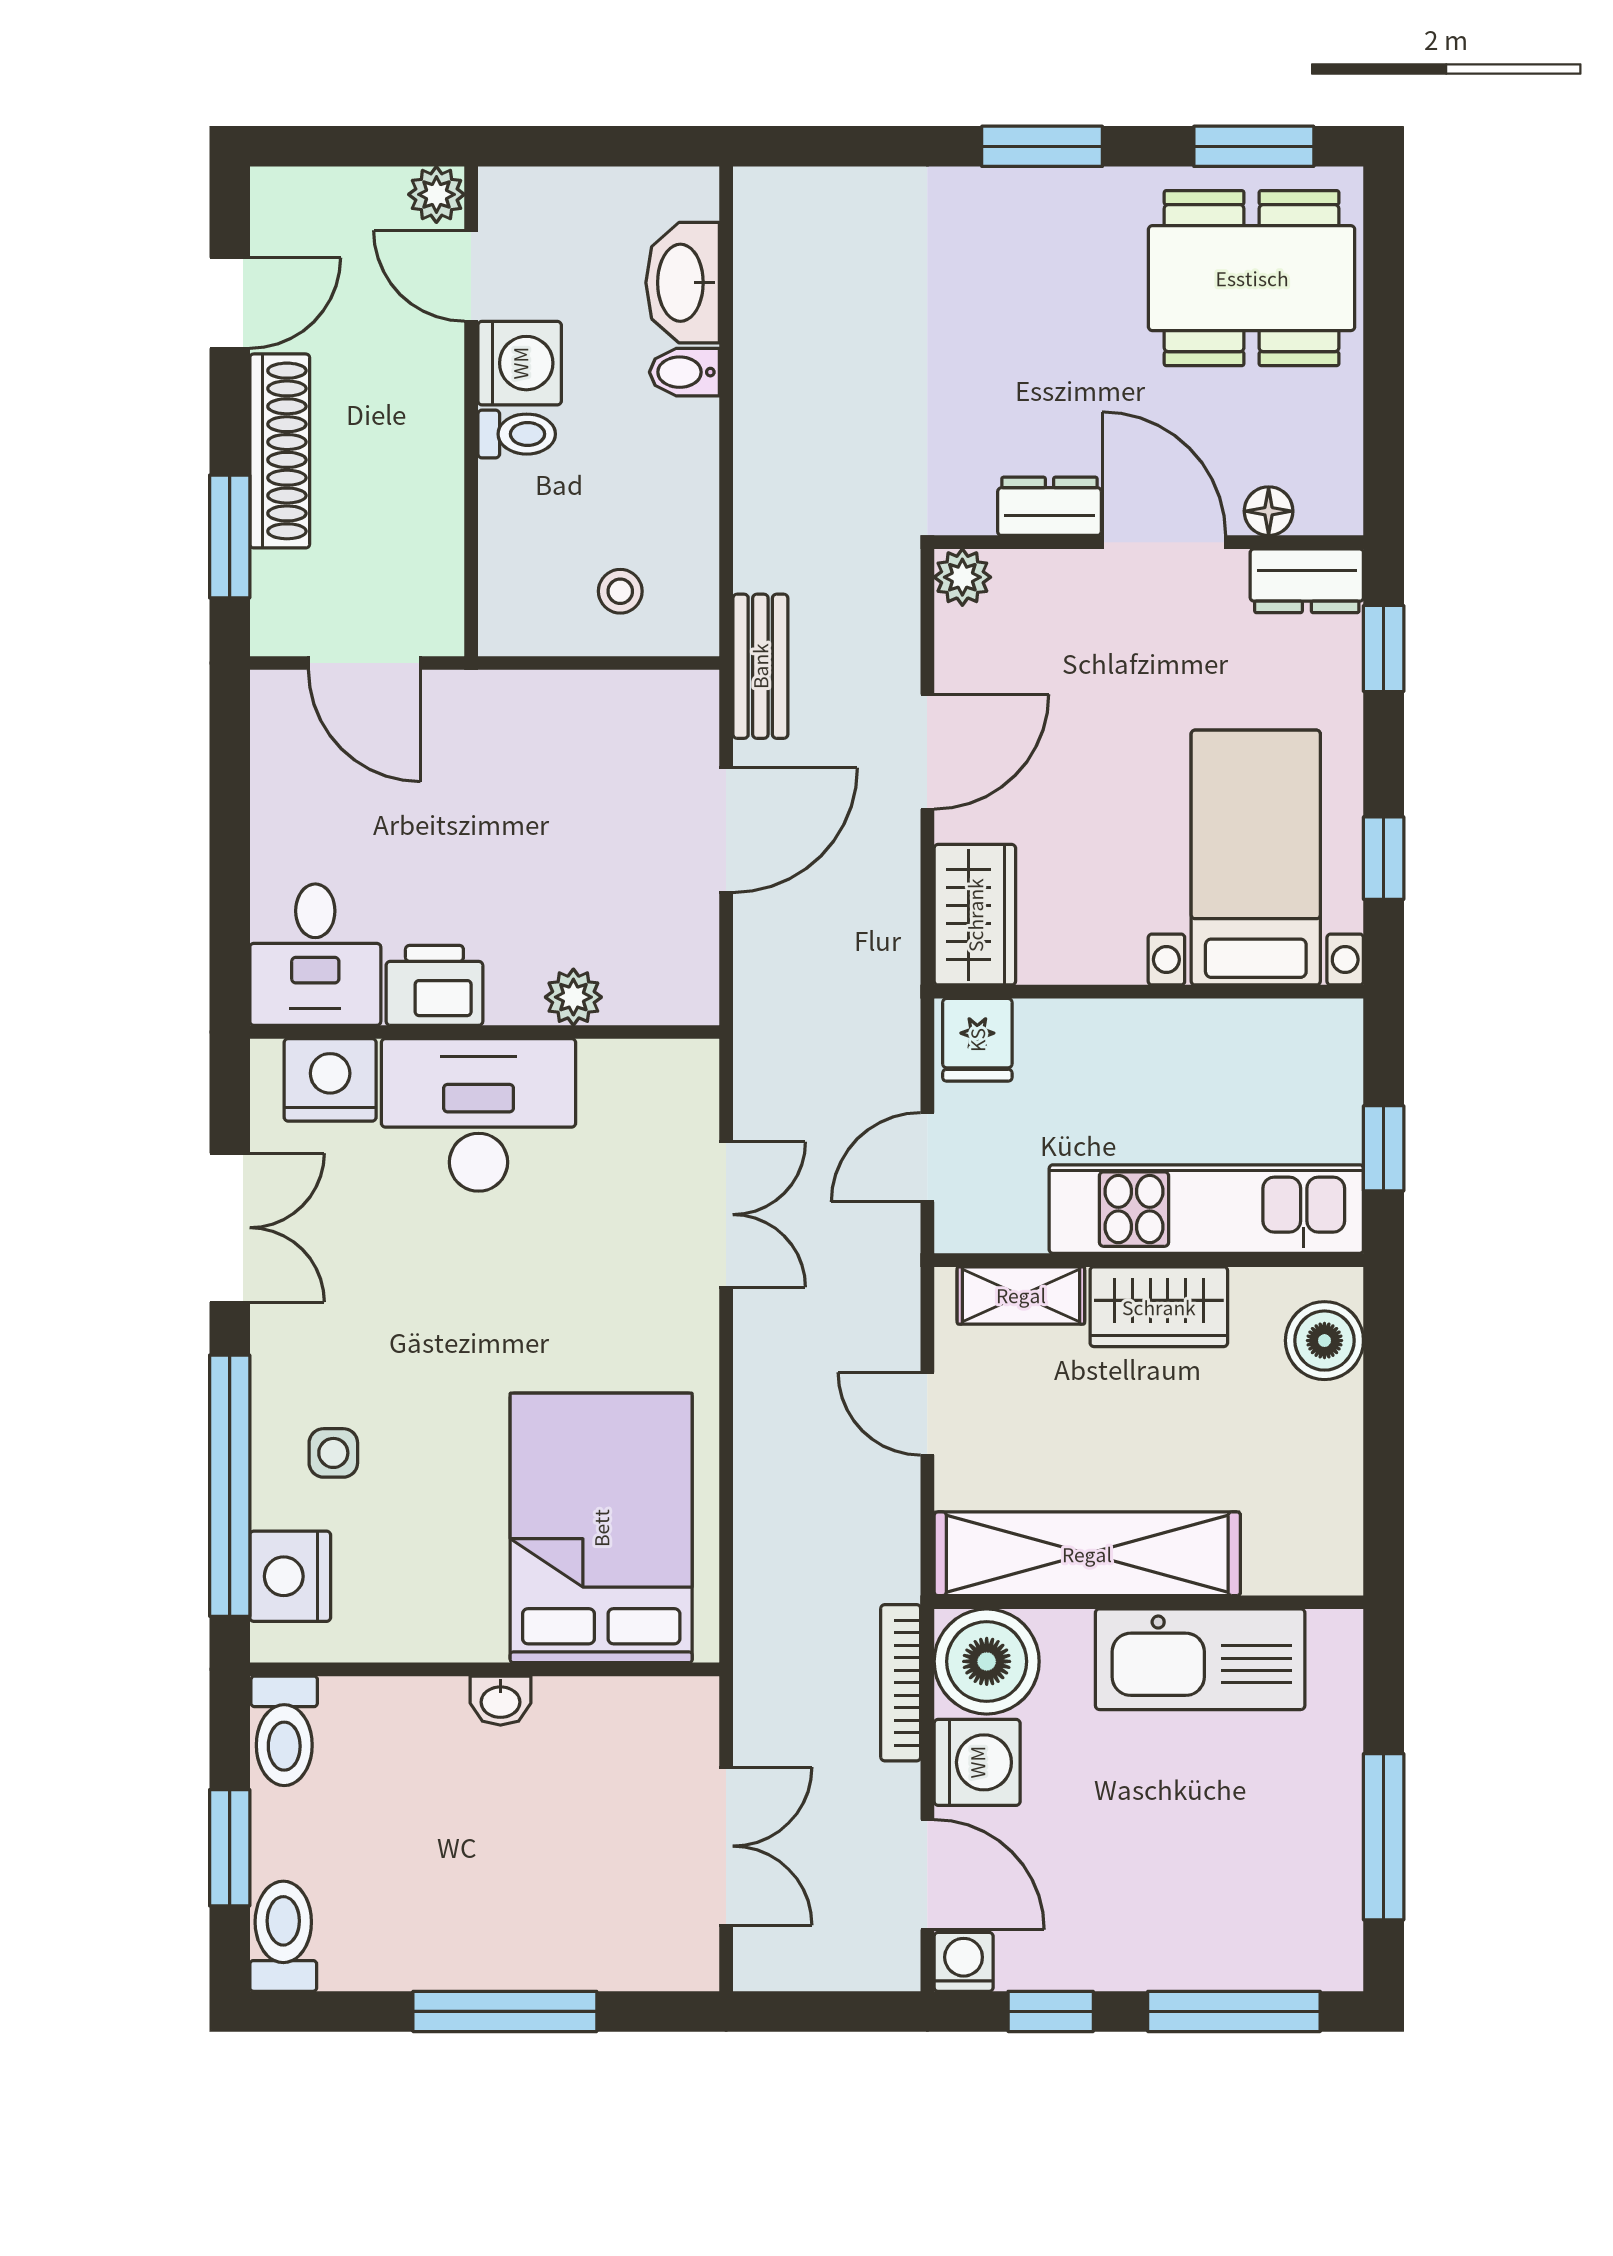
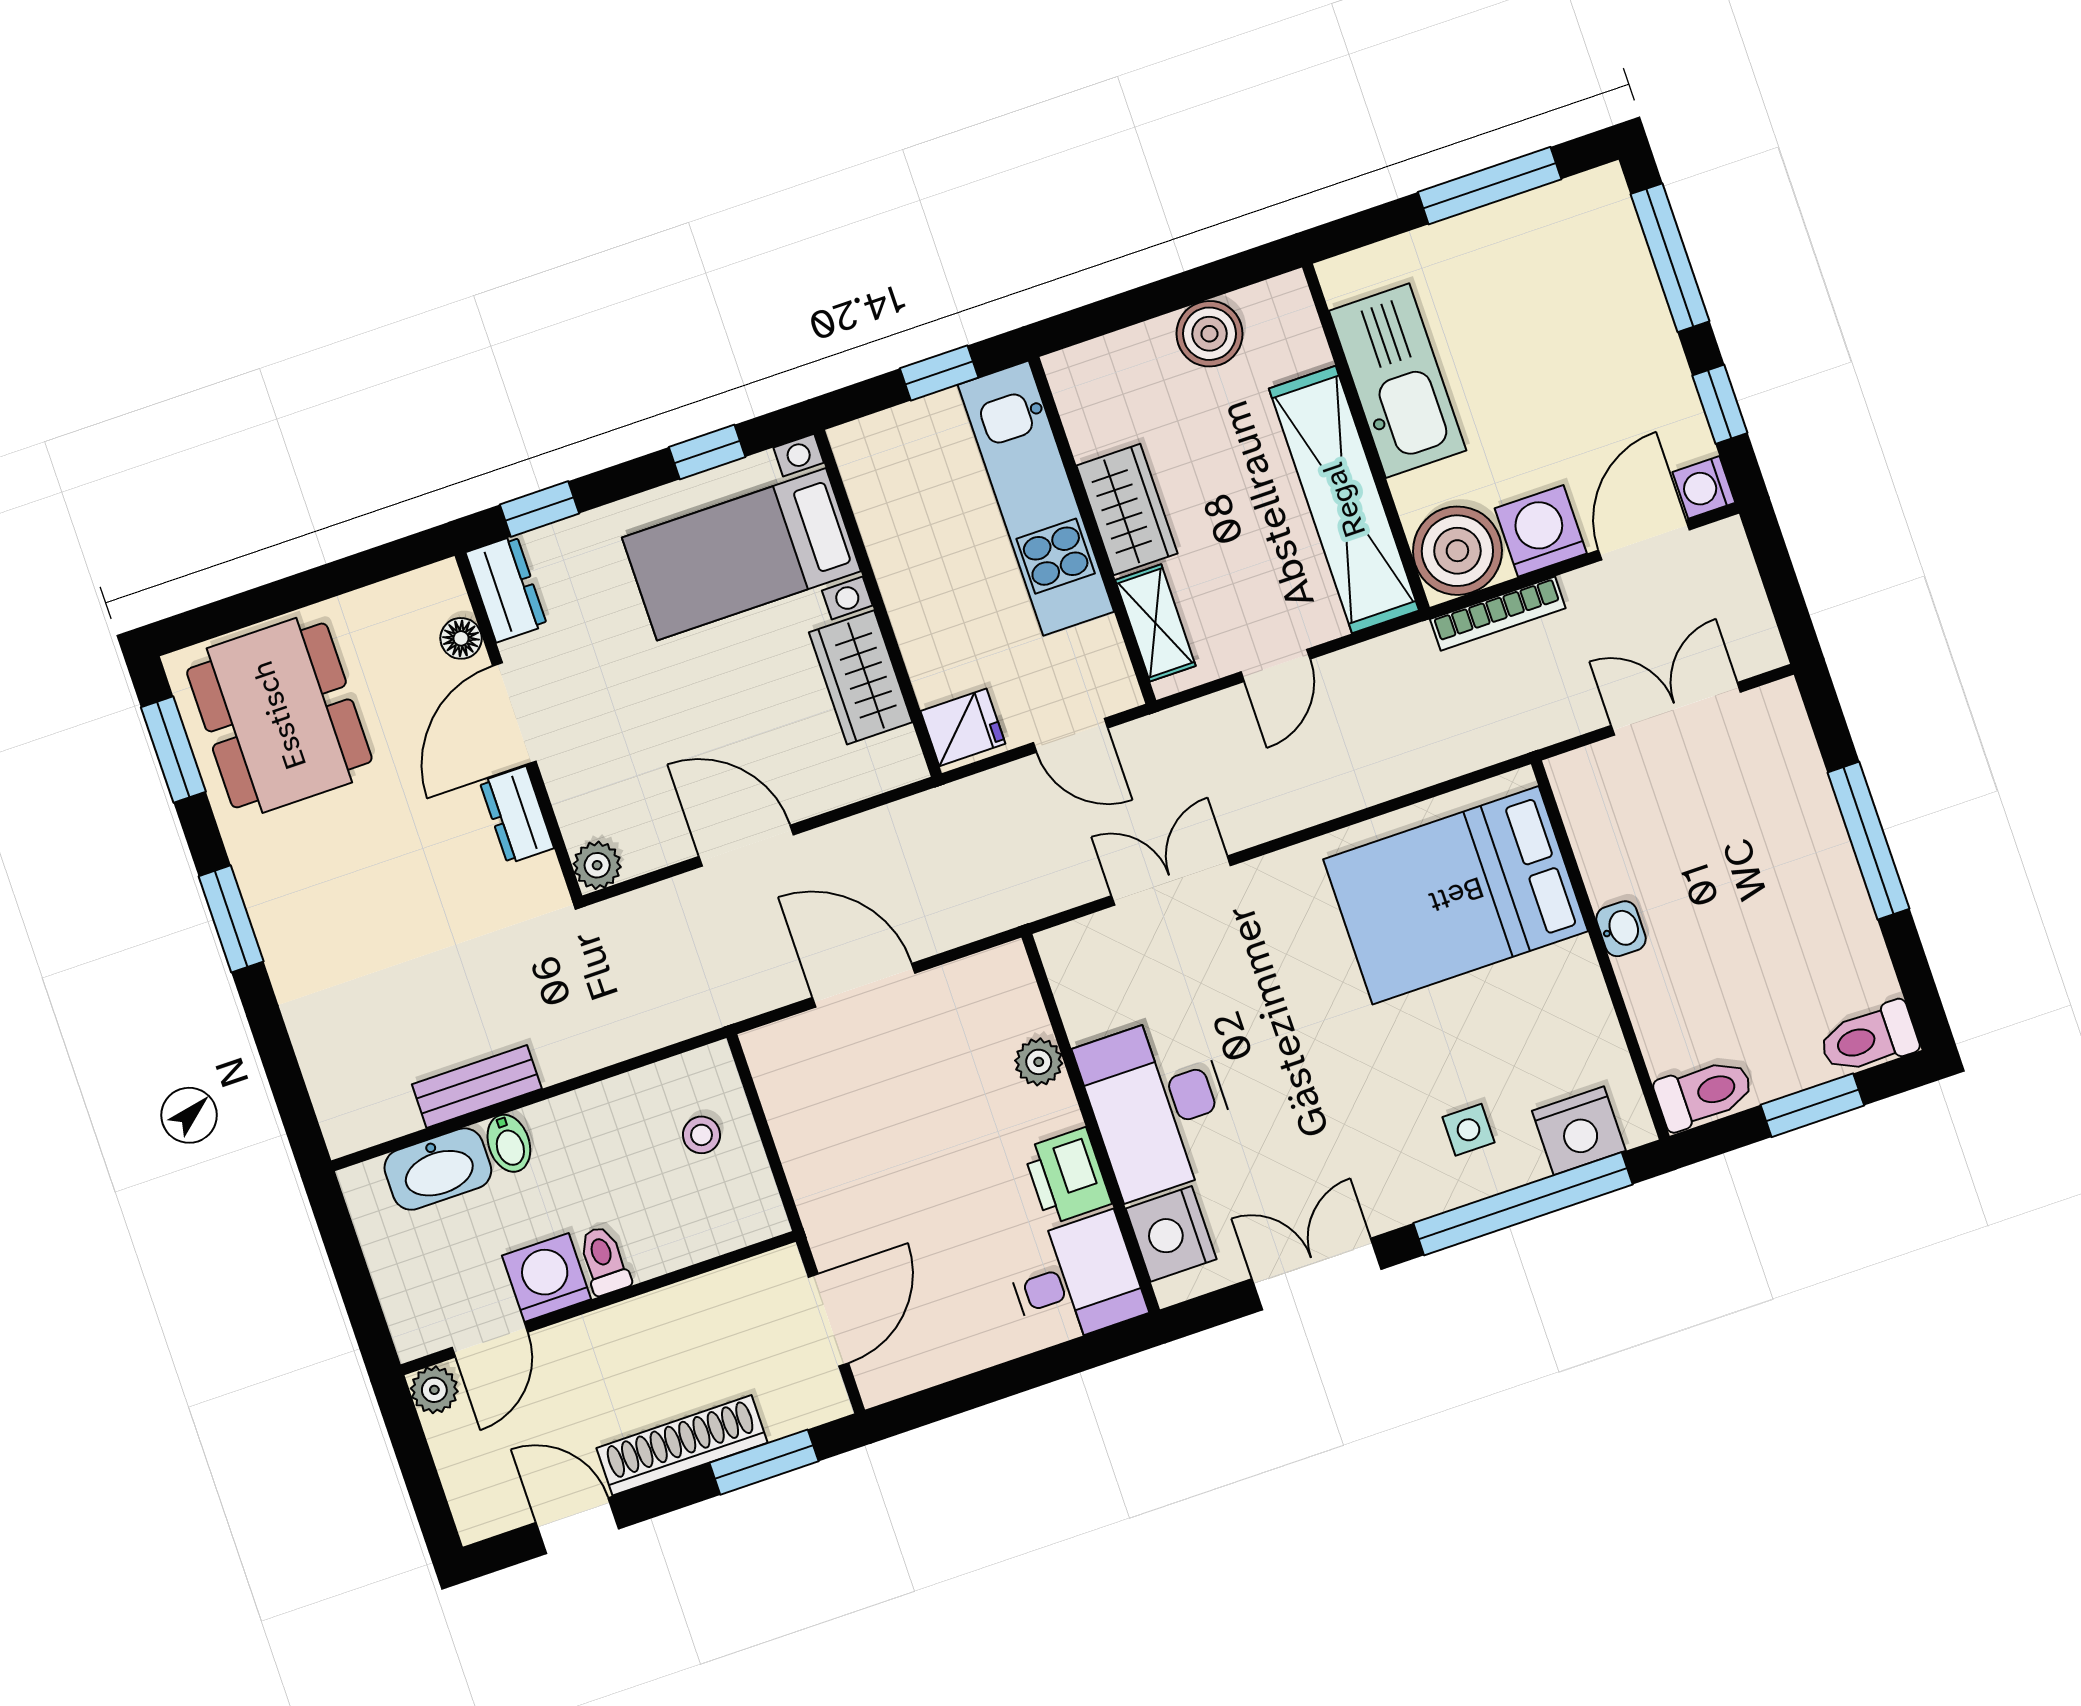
bench: (760, 666) -> (477, 1086), moved
wardrobe: (975, 915) -> (861, 677), moved, turned -90
boiler: (1324, 1341) -> (1209, 334), moved

